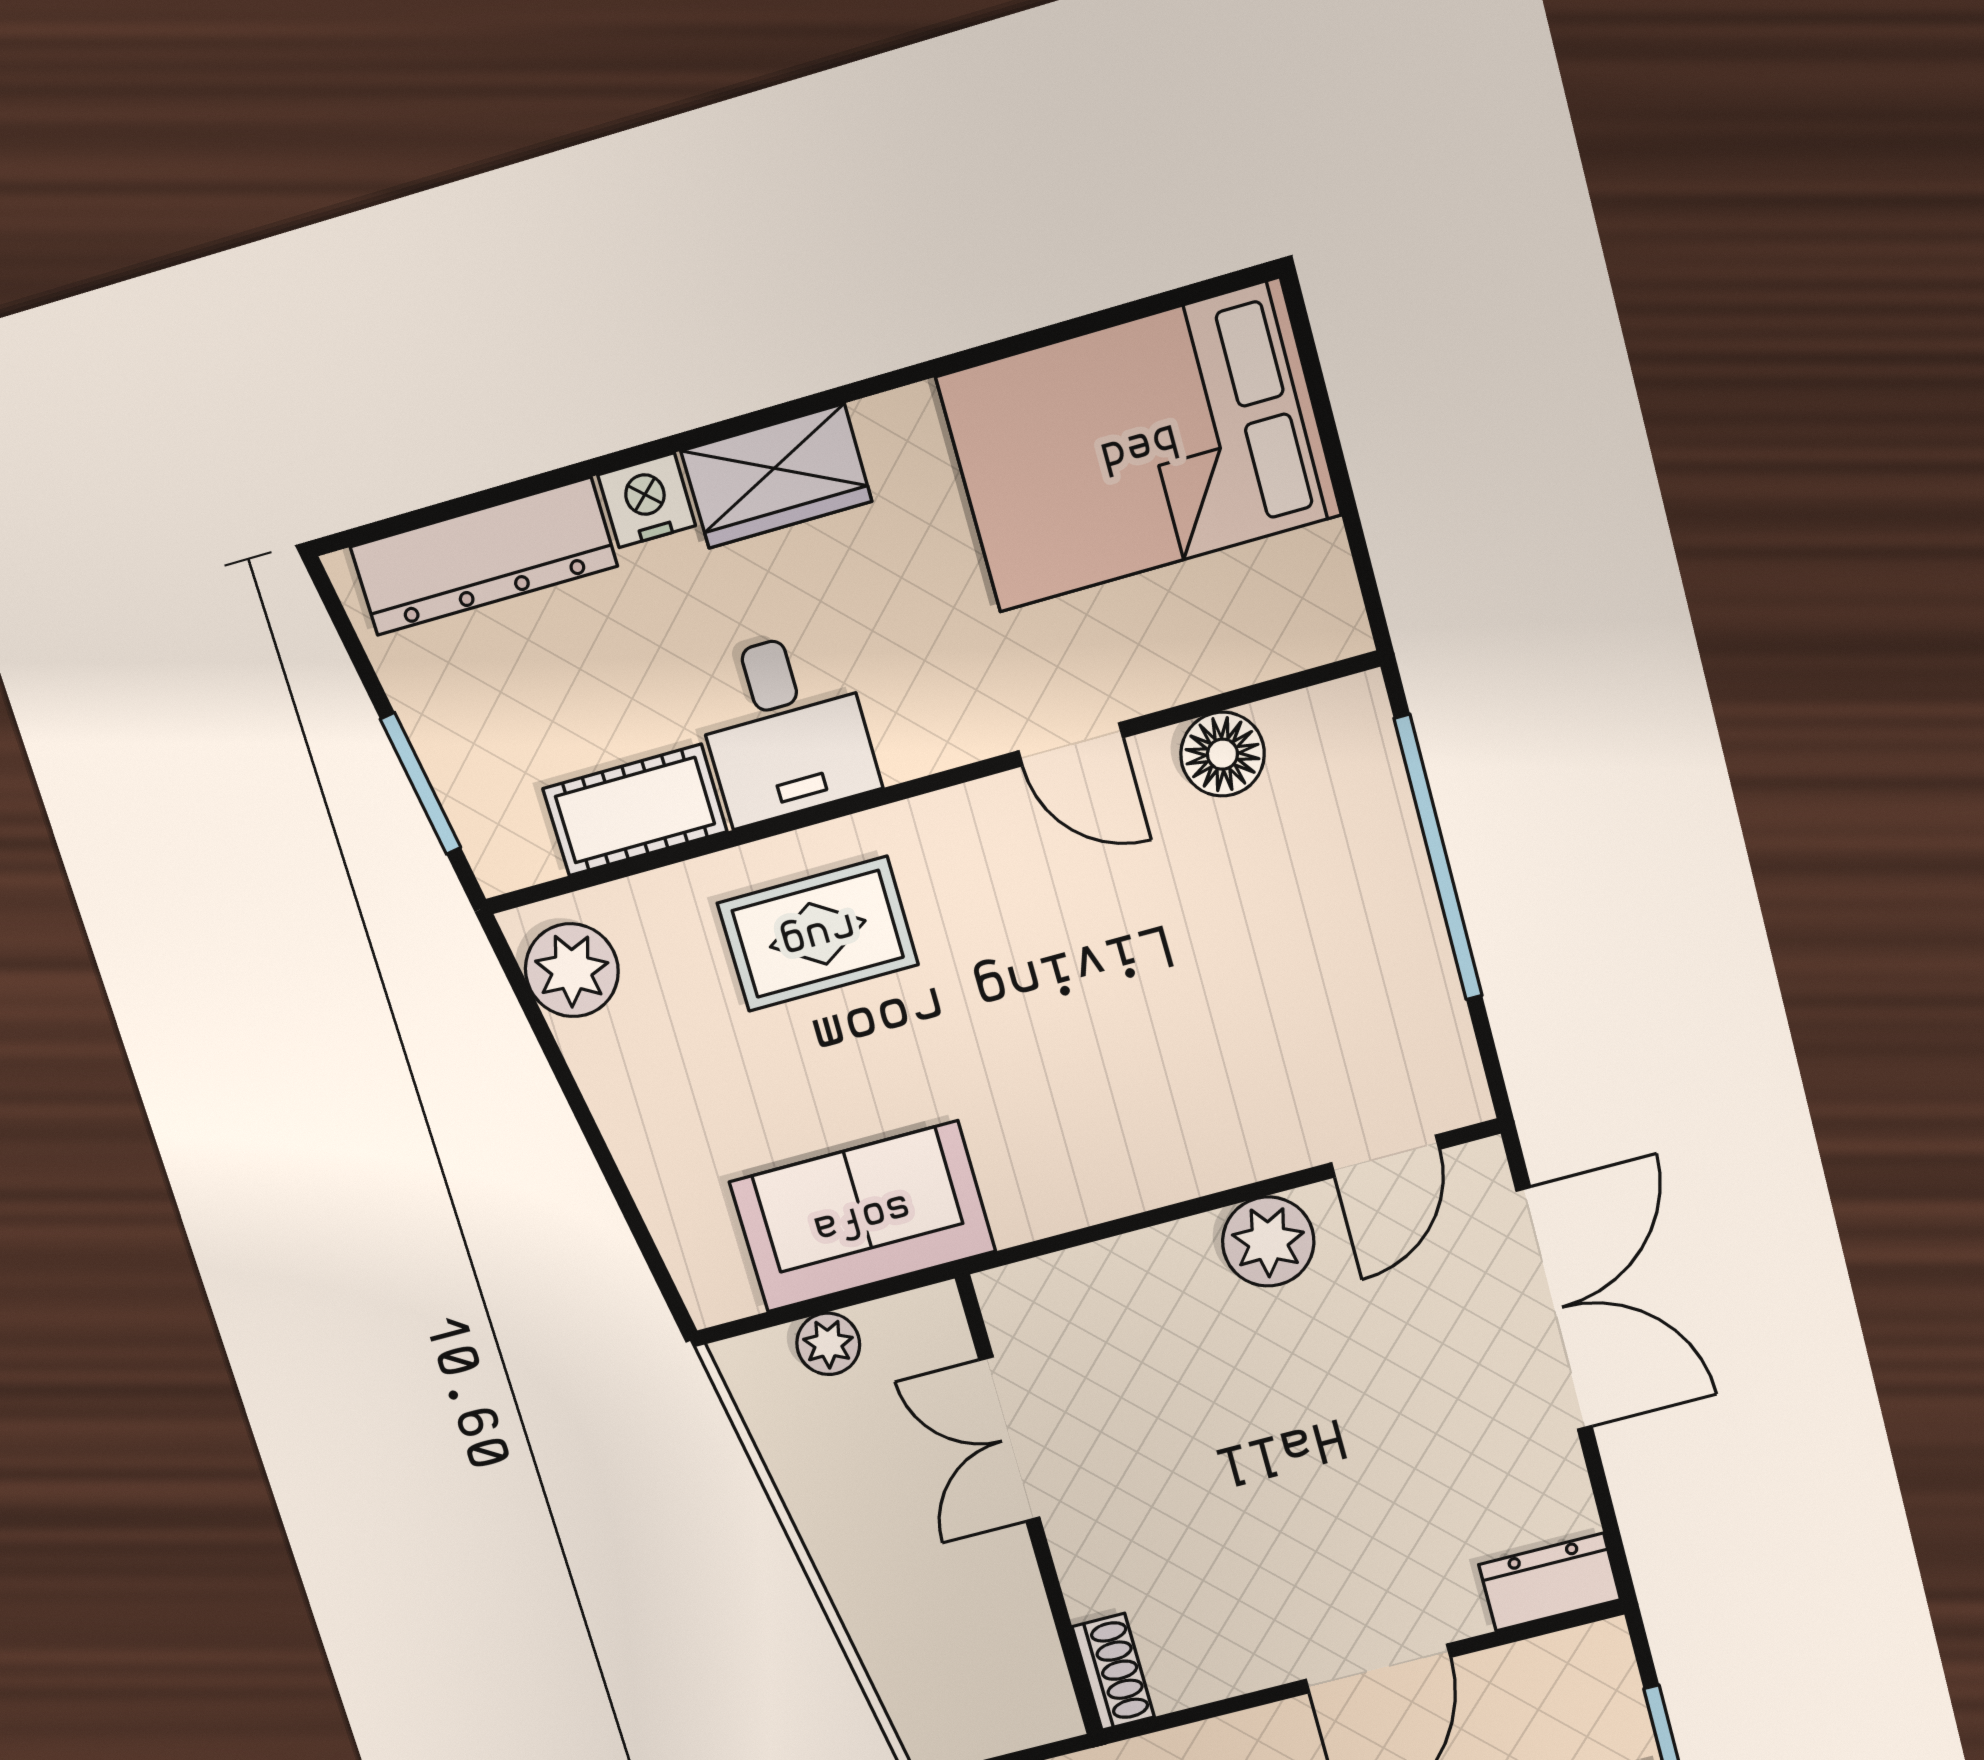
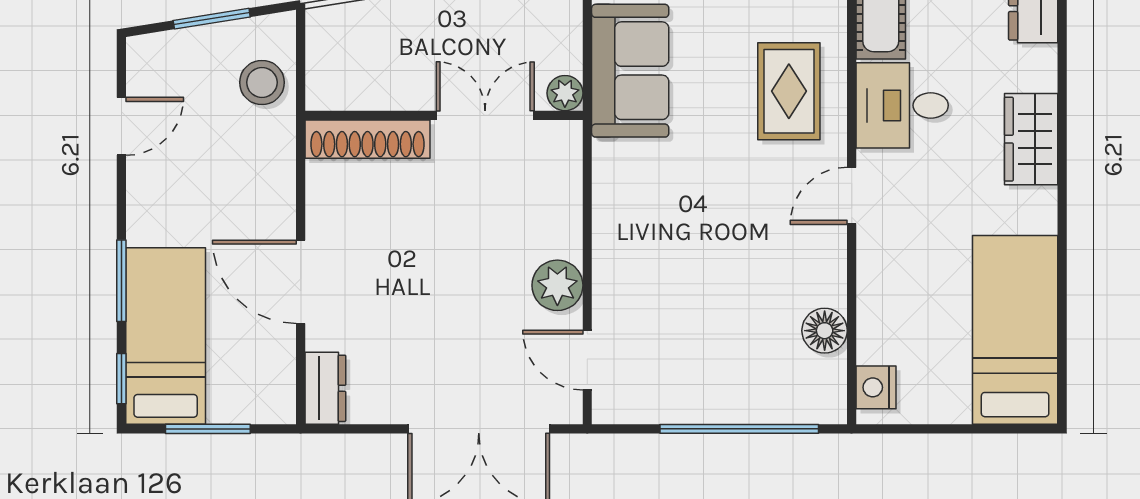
bed: (1139, 446) -> (1015, 330), width x0.67
nightstand: (647, 500) -> (876, 387), moved, turned 180
door: (1071, 744) -> (852, 196), moved
plant: (828, 1344) -> (565, 93), moved
shoe rack: (1113, 1672) -> (368, 139), width x1.94, depth x1.24

